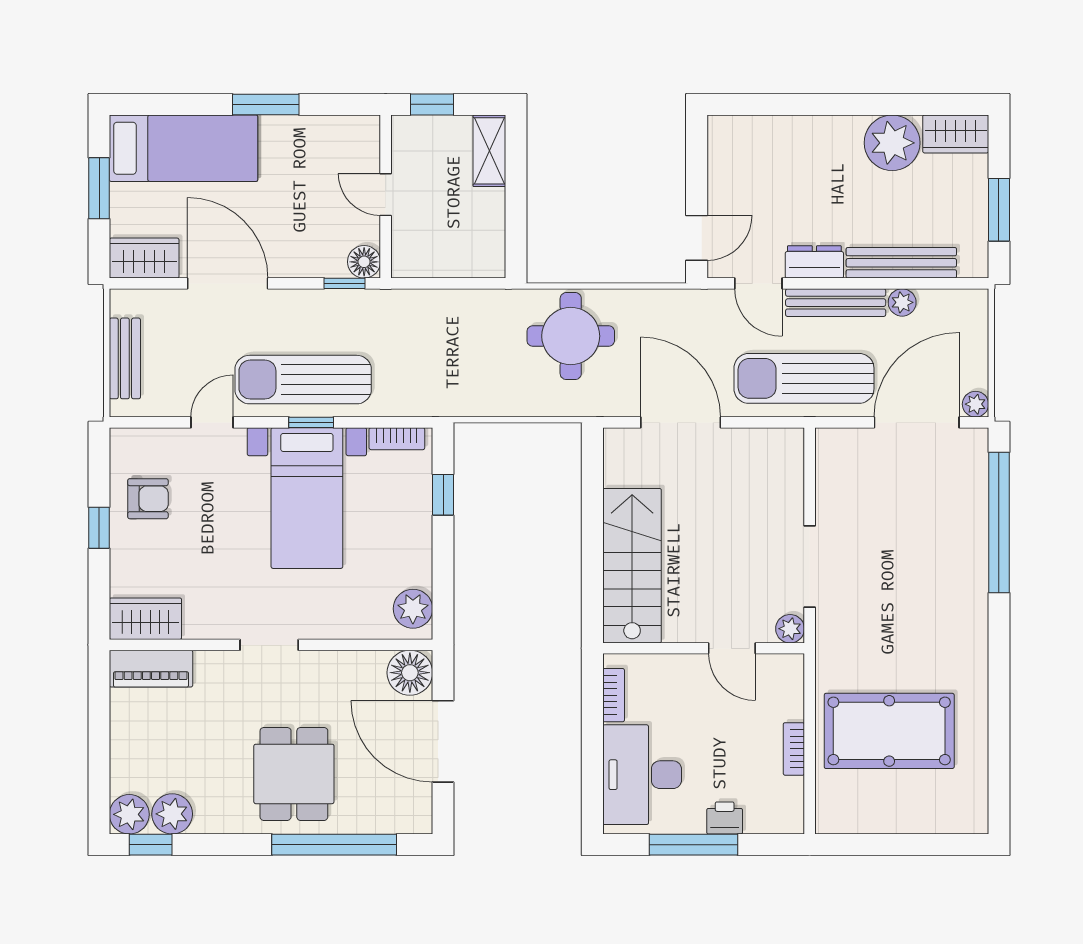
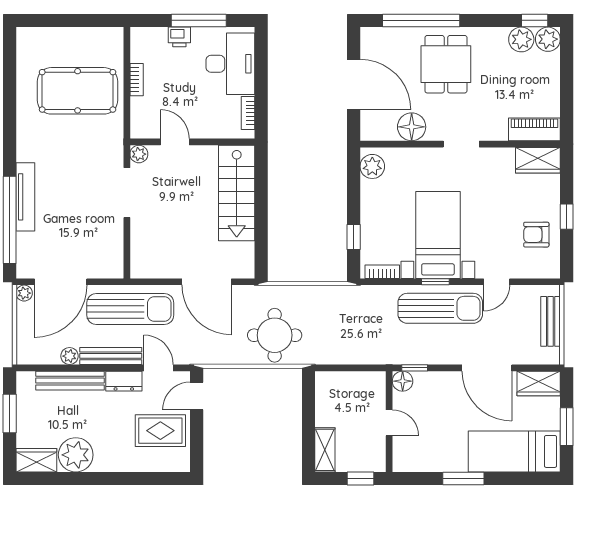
rug: (755, 182) -> (160, 431), added
tv unit: (974, 560) -> (25, 197), added
floor lamp: (410, 673) -> (412, 127), moved

